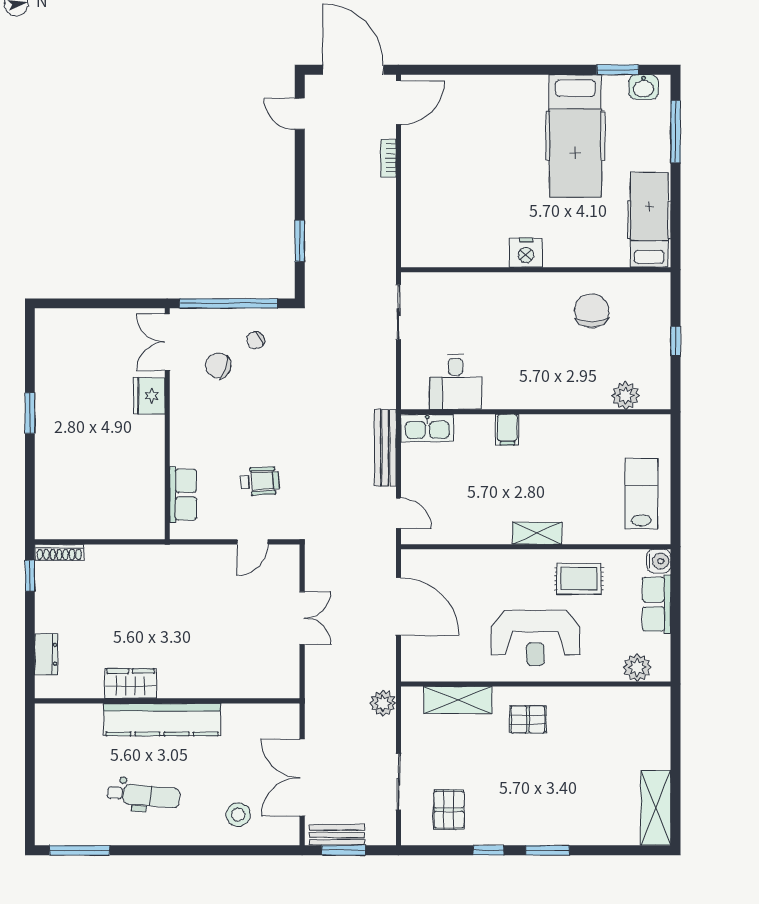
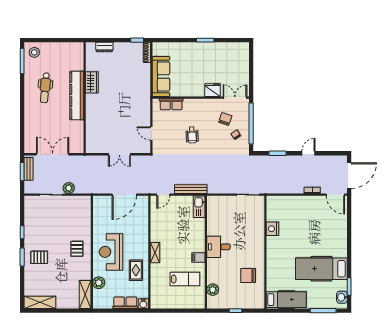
door: (300, 114) -> (308, 153), moved
nightstand: (526, 253) -> (272, 229), moved
chair: (592, 311) -> (248, 276), turned 180
desk: (455, 382) -> (218, 247), moved
filing cabinet: (507, 430) -> (198, 257), moved
wheelchair: (260, 481) -> (192, 135), moved
lab bench: (641, 494) -> (185, 279), moved
sofa: (117, 519) -> (161, 77), added
plant: (637, 667) -> (99, 283), moved
shelving: (458, 700) -> (85, 294), moved
plant: (383, 703) -> (69, 188), moved
pallet: (449, 810) -> (39, 257), moved
stool: (238, 815) -> (34, 52), moved

